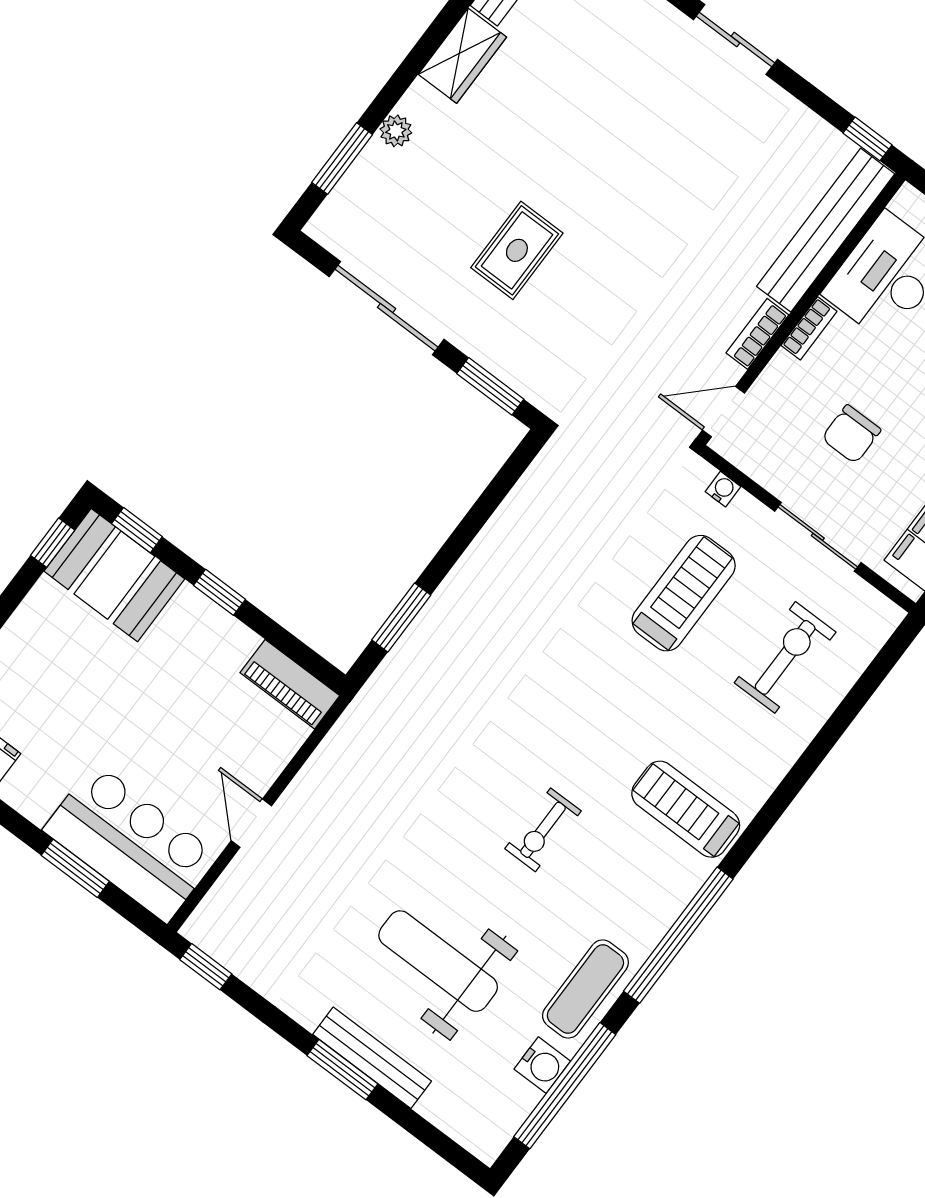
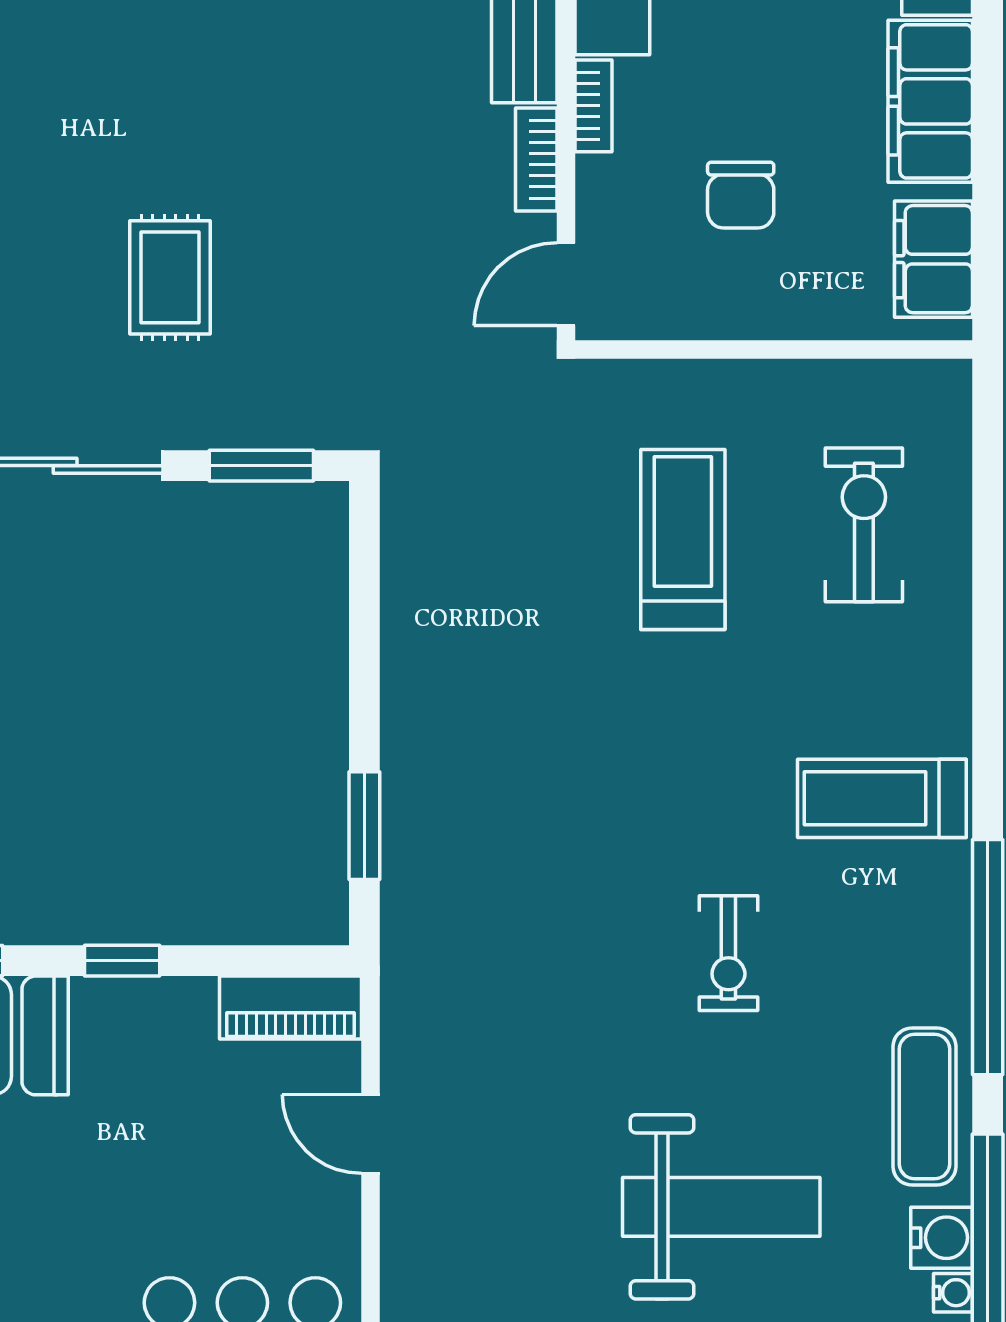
water cooler: (723, 489) -> (953, 1293), moved, turned 90
sliding door: (818, 537) -> (794, 350), removed
door: (251, 823) -> (370, 1134), moved
weight bench: (438, 961) -> (721, 1207), turned 180

